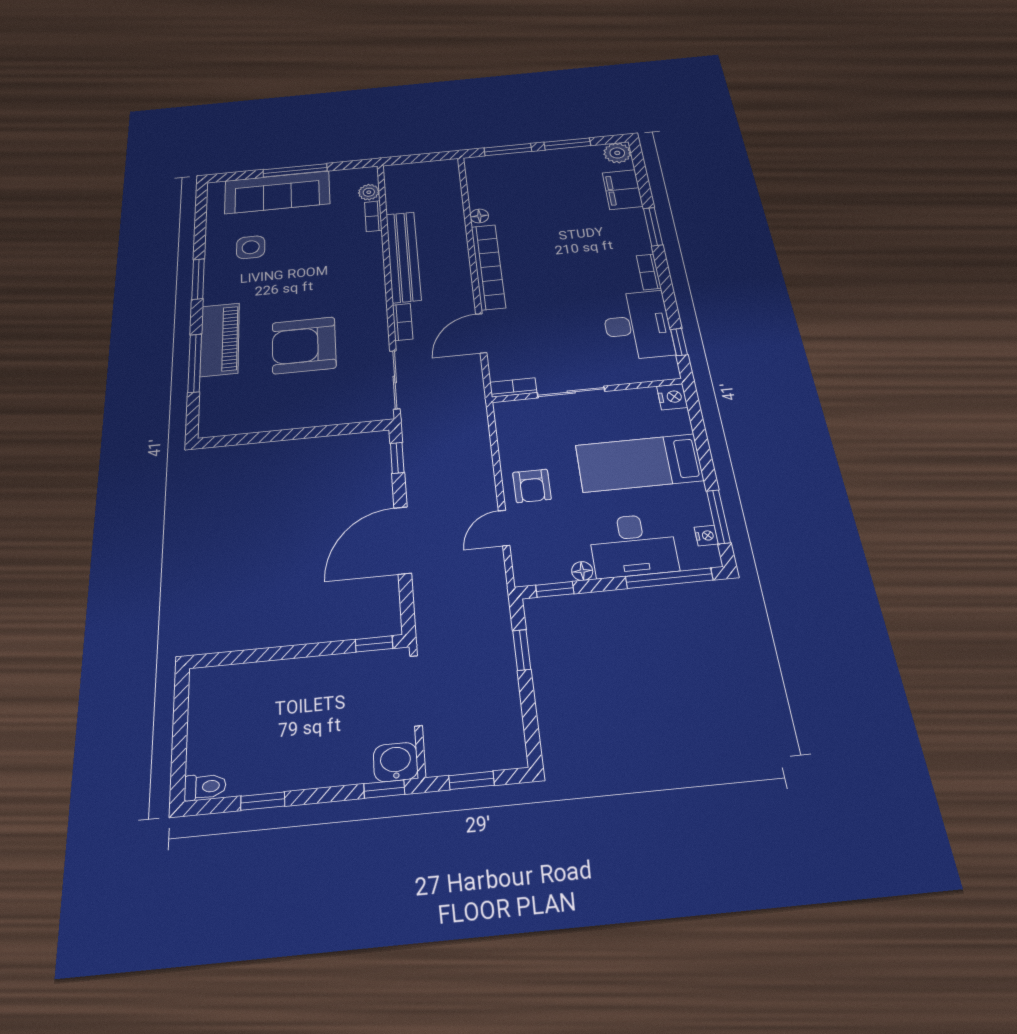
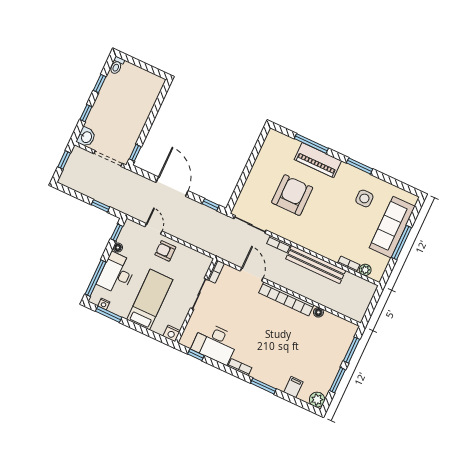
filing cabinet: (623, 190) -> (293, 387), width x0.50
window: (384, 789) -> (86, 113), moved

